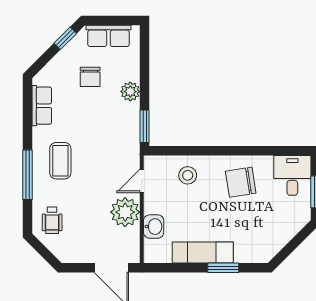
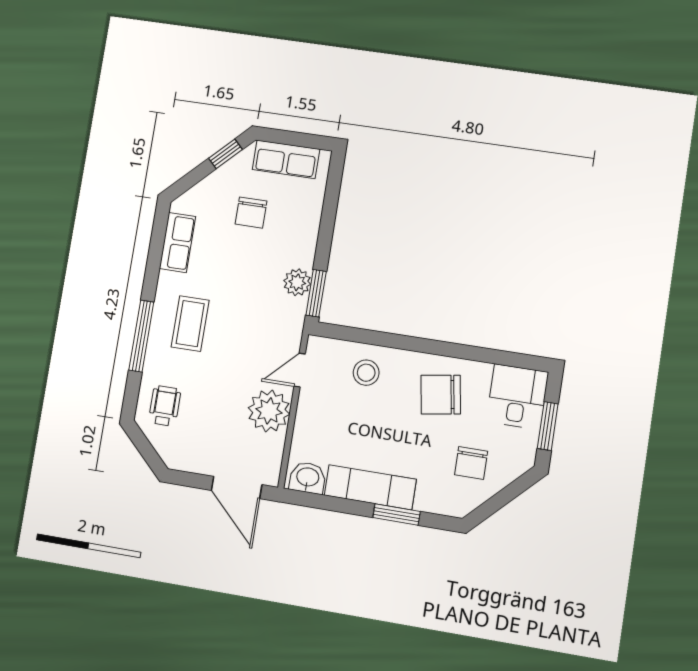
plant: (130, 92) -> (297, 282), moved
wheelchair: (52, 220) -> (165, 406), turned 180
chair: (268, 225) -> (471, 463), added
washbasin: (154, 227) -> (308, 478), moved, turned -90

